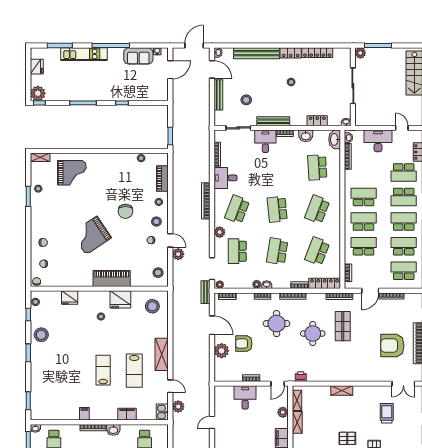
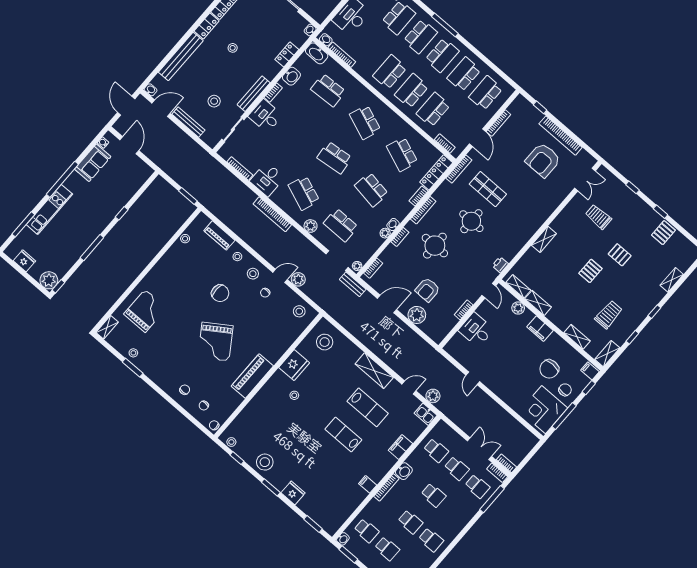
school desk: (404, 222) -> (442, 55), turned 180
piano: (112, 279) -> (252, 376), moved
fridge: (70, 298) -> (293, 493), moved, turned -90

